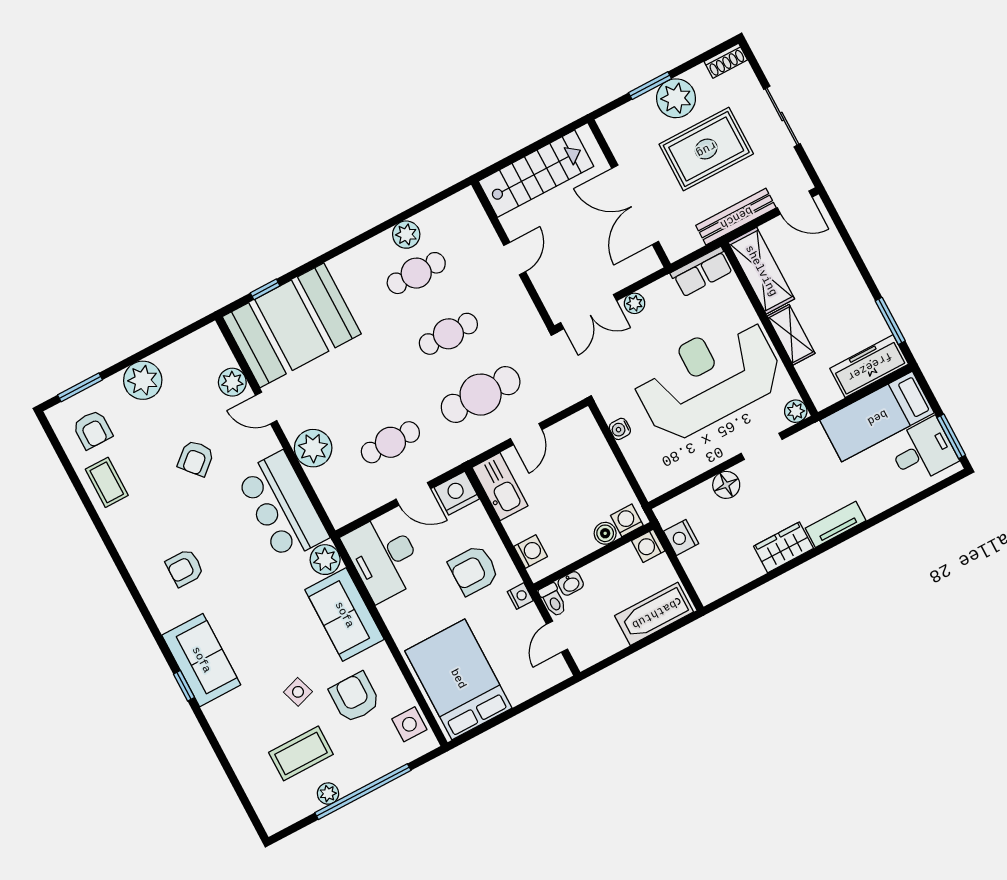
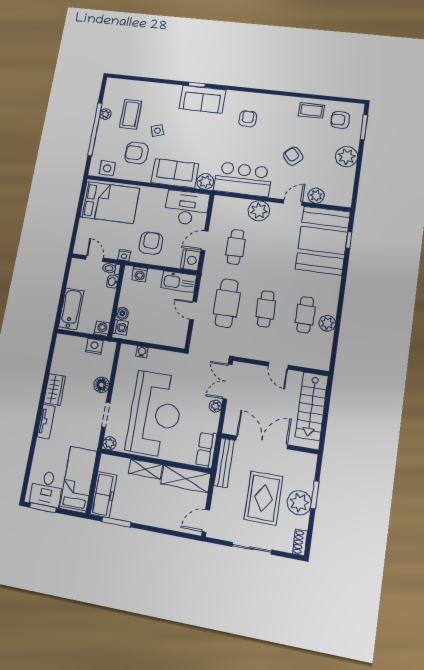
bench: (736, 217) -> (224, 463), moved
water cooler: (620, 429) -> (142, 352), moved
armchair: (355, 697) -> (136, 153), turned 180

